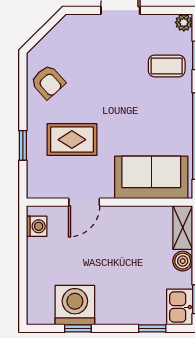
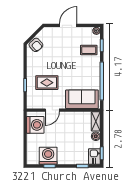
armchair: (48, 82) -> (36, 45), moved
washing machine: (37, 226) -> (35, 125), width x1.89, depth x1.89

